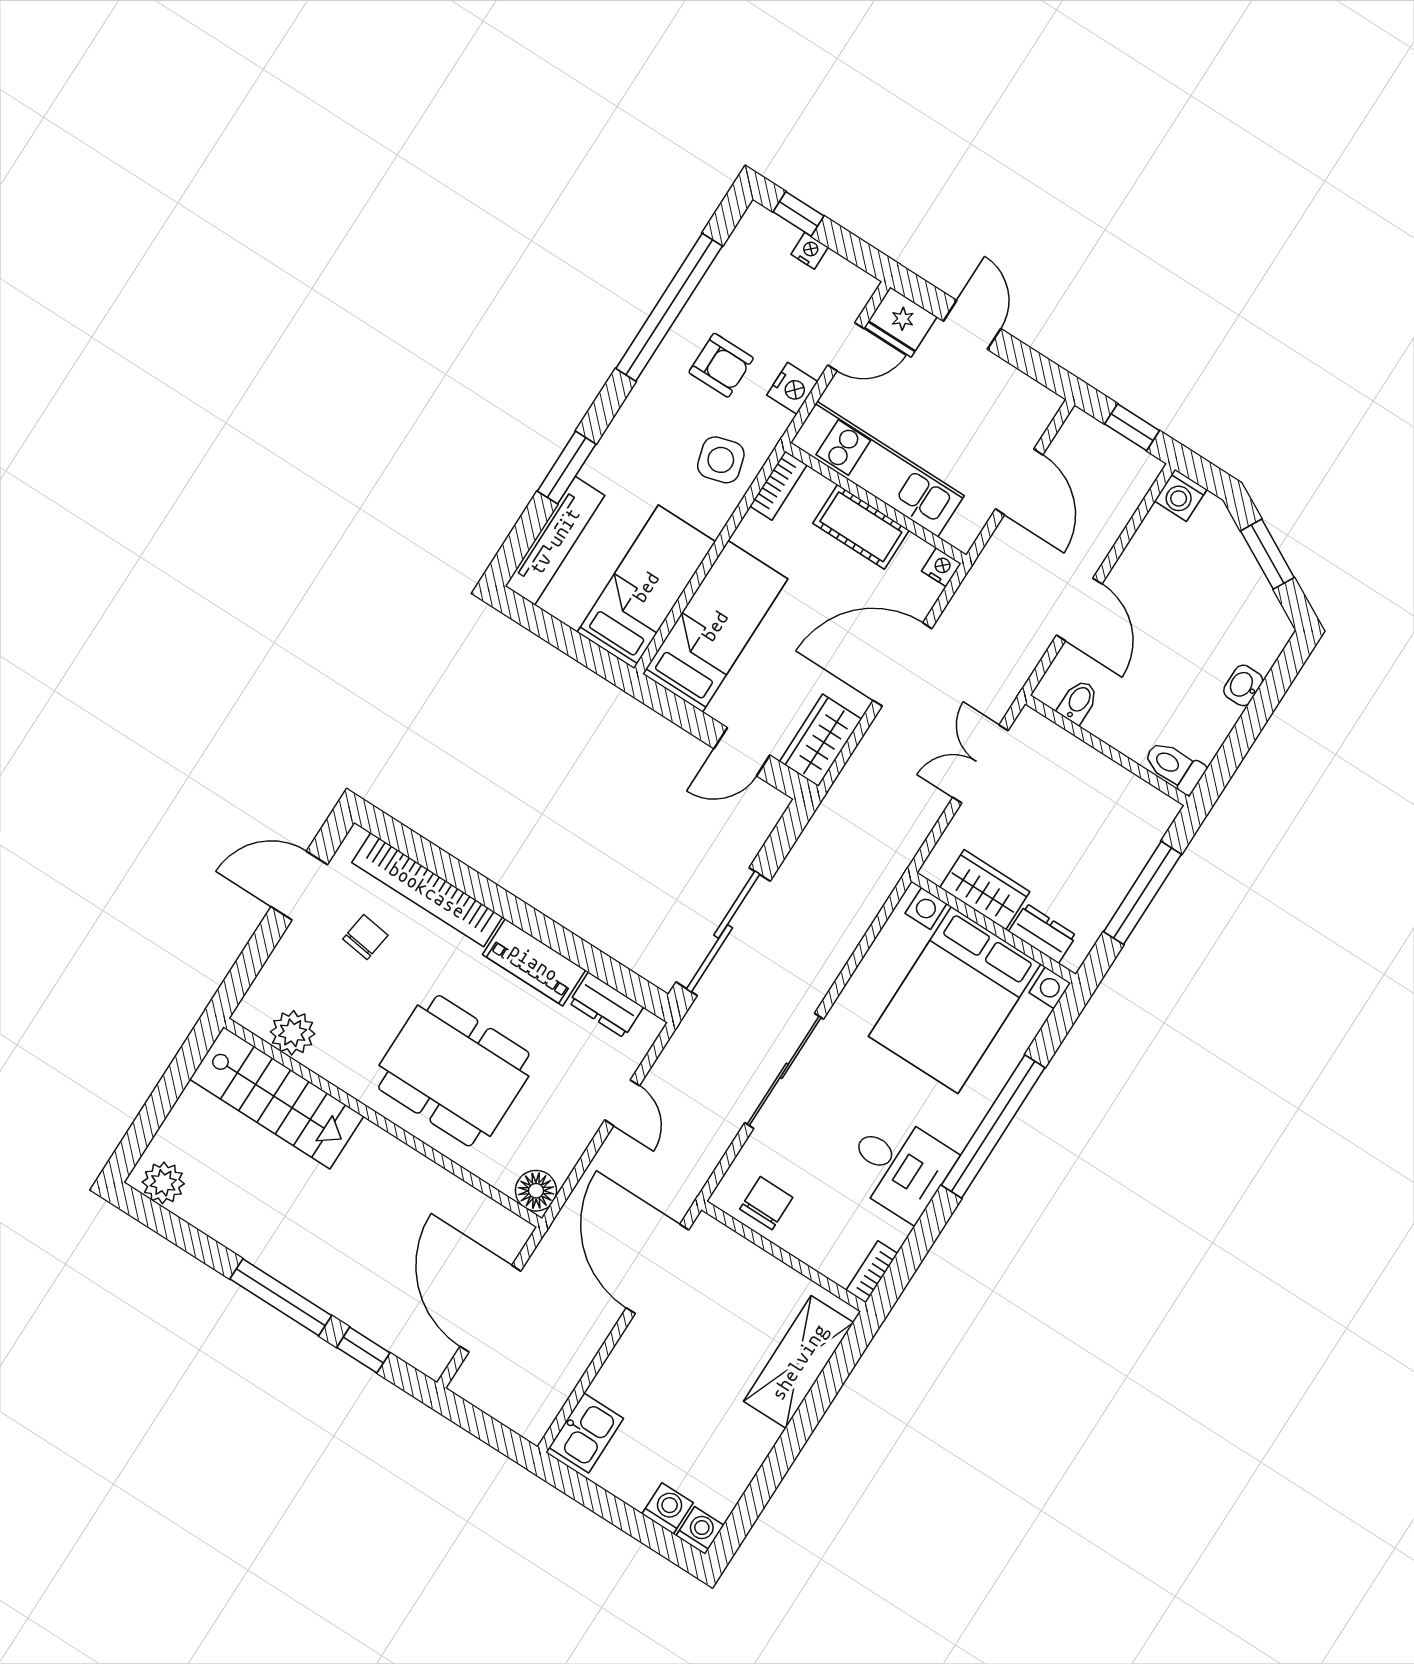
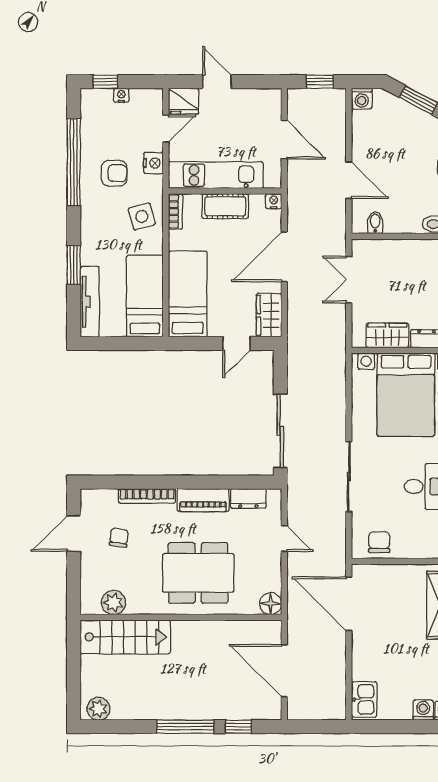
bookcase: (427, 890) -> (147, 496), width x0.68, depth x0.76

